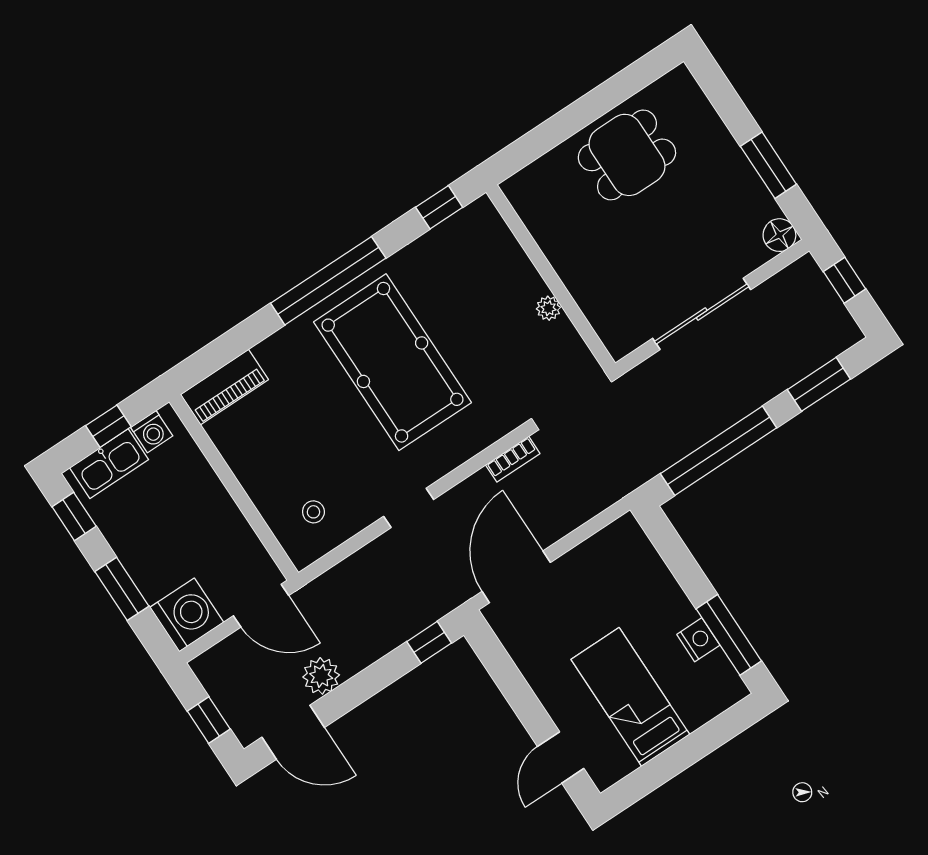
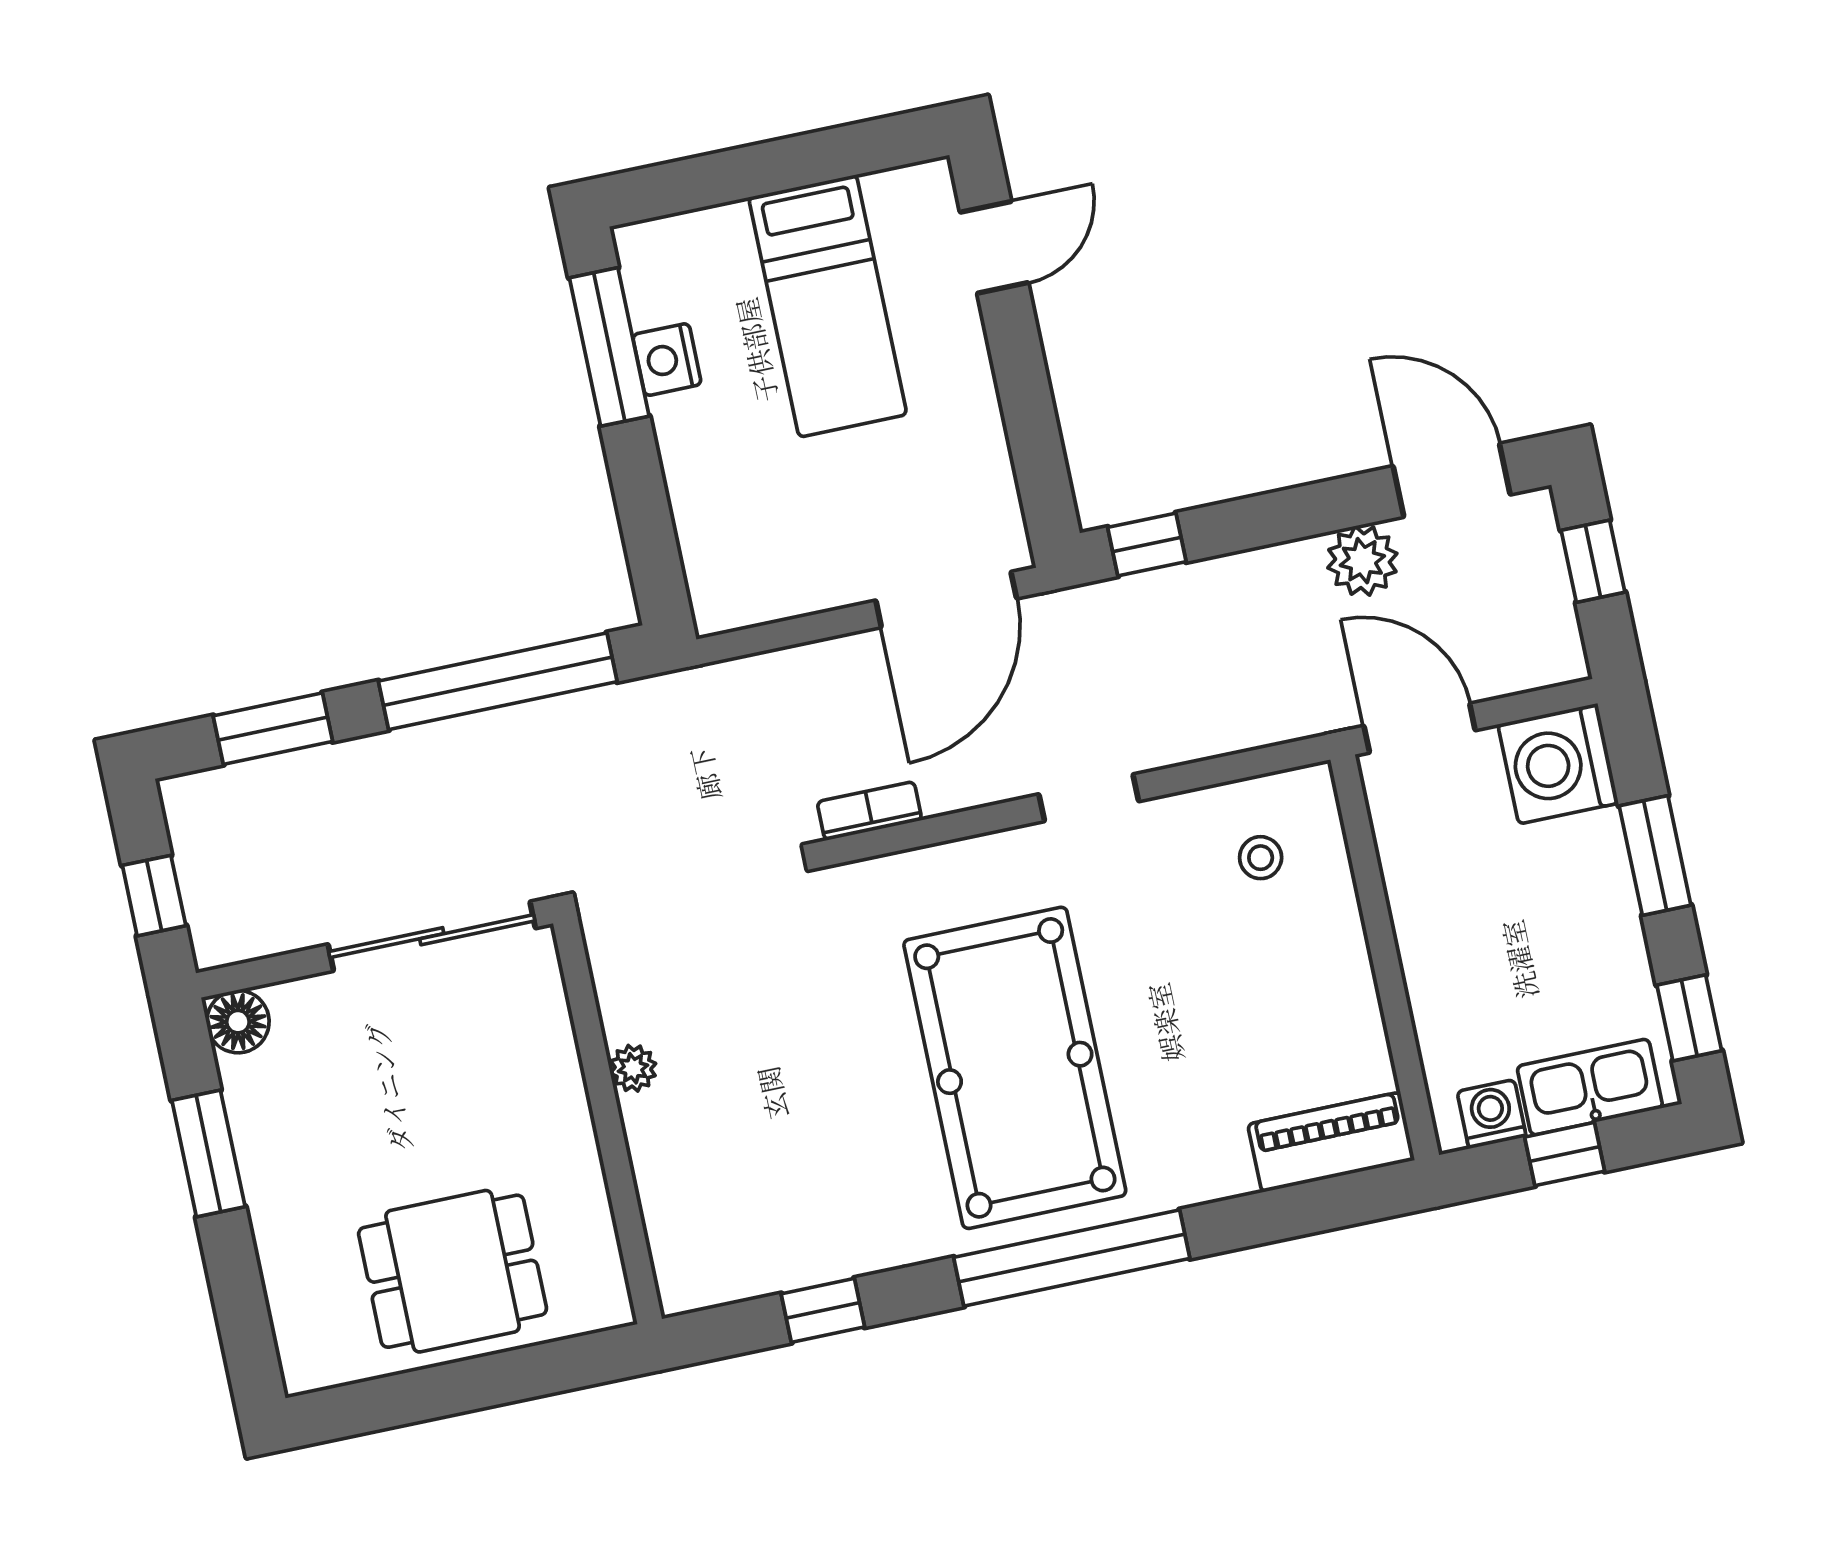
wall: (551, 278) -> (608, 1121), moved
plant: (548, 308) -> (633, 1068), moved

